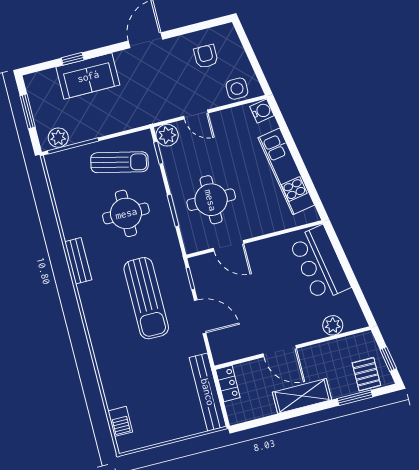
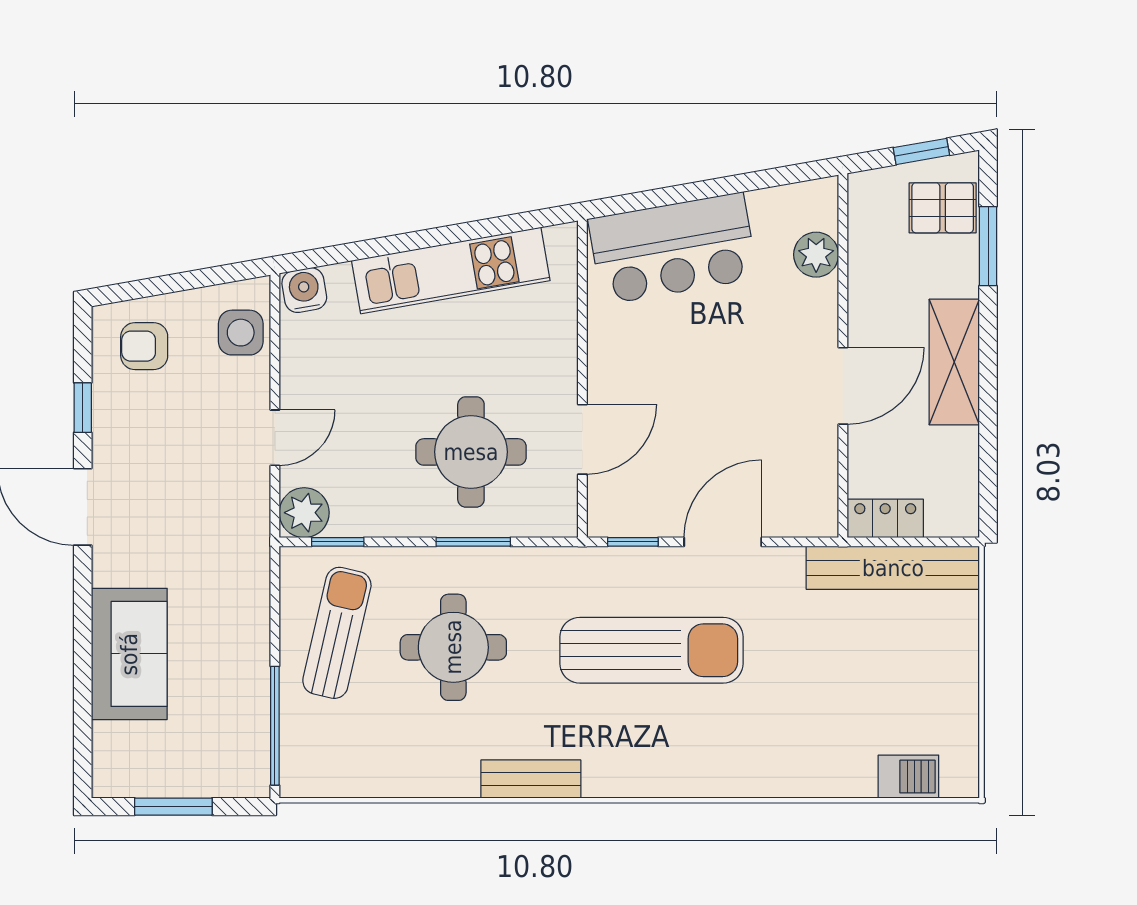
armchair: (206, 56) -> (144, 346), moved
window: (73, 59) -> (83, 408), moved
plant: (58, 138) -> (248, 754), removed

